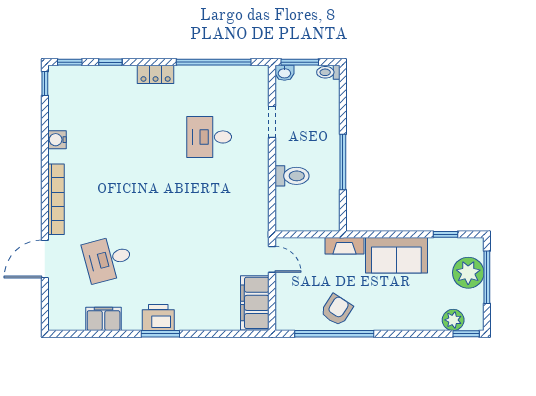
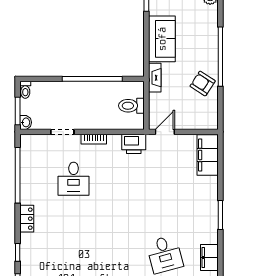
window: (343, 162) -> (92, 79), width x1.46
bookcase: (262, 164) -> (94, 139), added
toilet: (292, 176) -> (131, 106), moved, turned -90
filing cabinet: (255, 303) -> (208, 155), moved, turned 90
printer: (158, 318) -> (134, 144), moved, turned -90
window: (334, 334) -> (220, 57), moved

